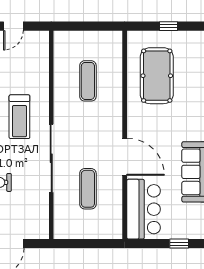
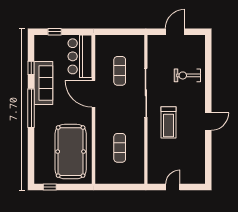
window: (168, 26) -> (50, 187), moved
pool table: (157, 76) -> (71, 152), width x1.36, depth x1.32
treadmill: (19, 117) -> (169, 122), turned 180

